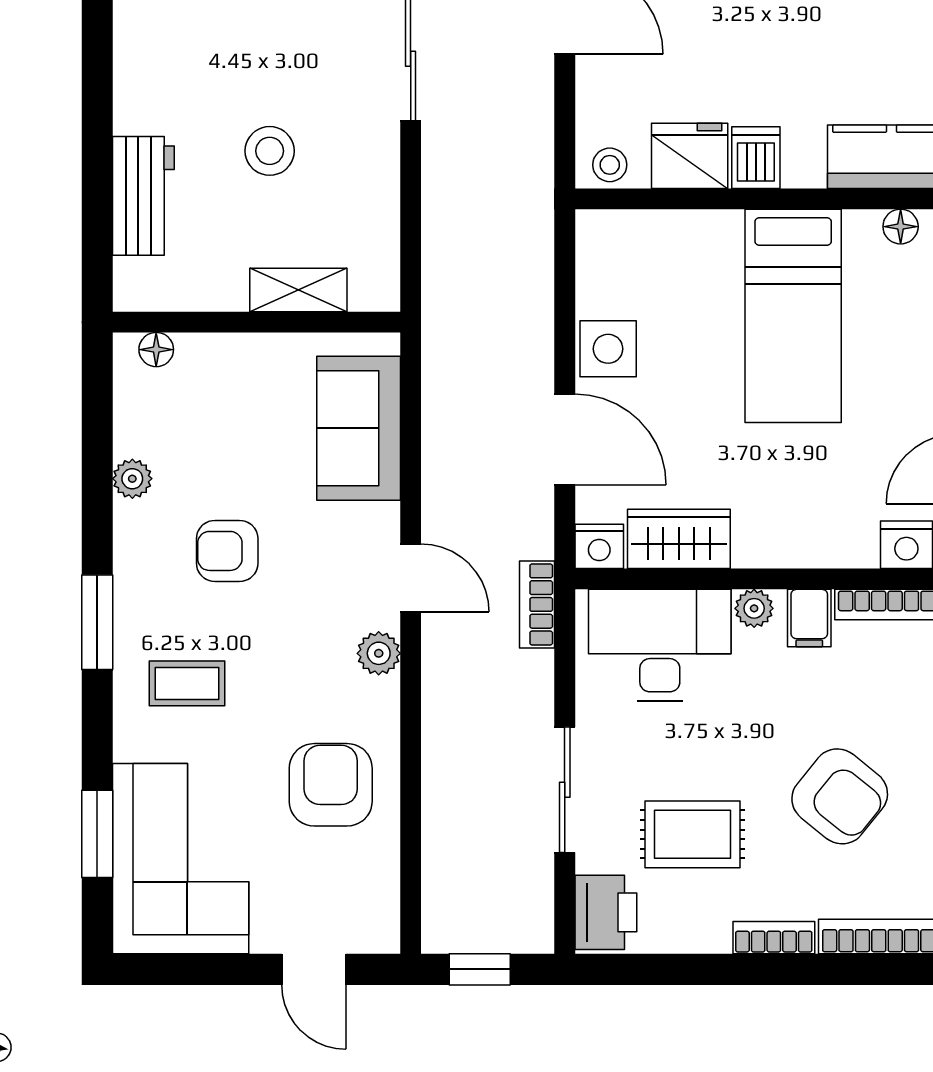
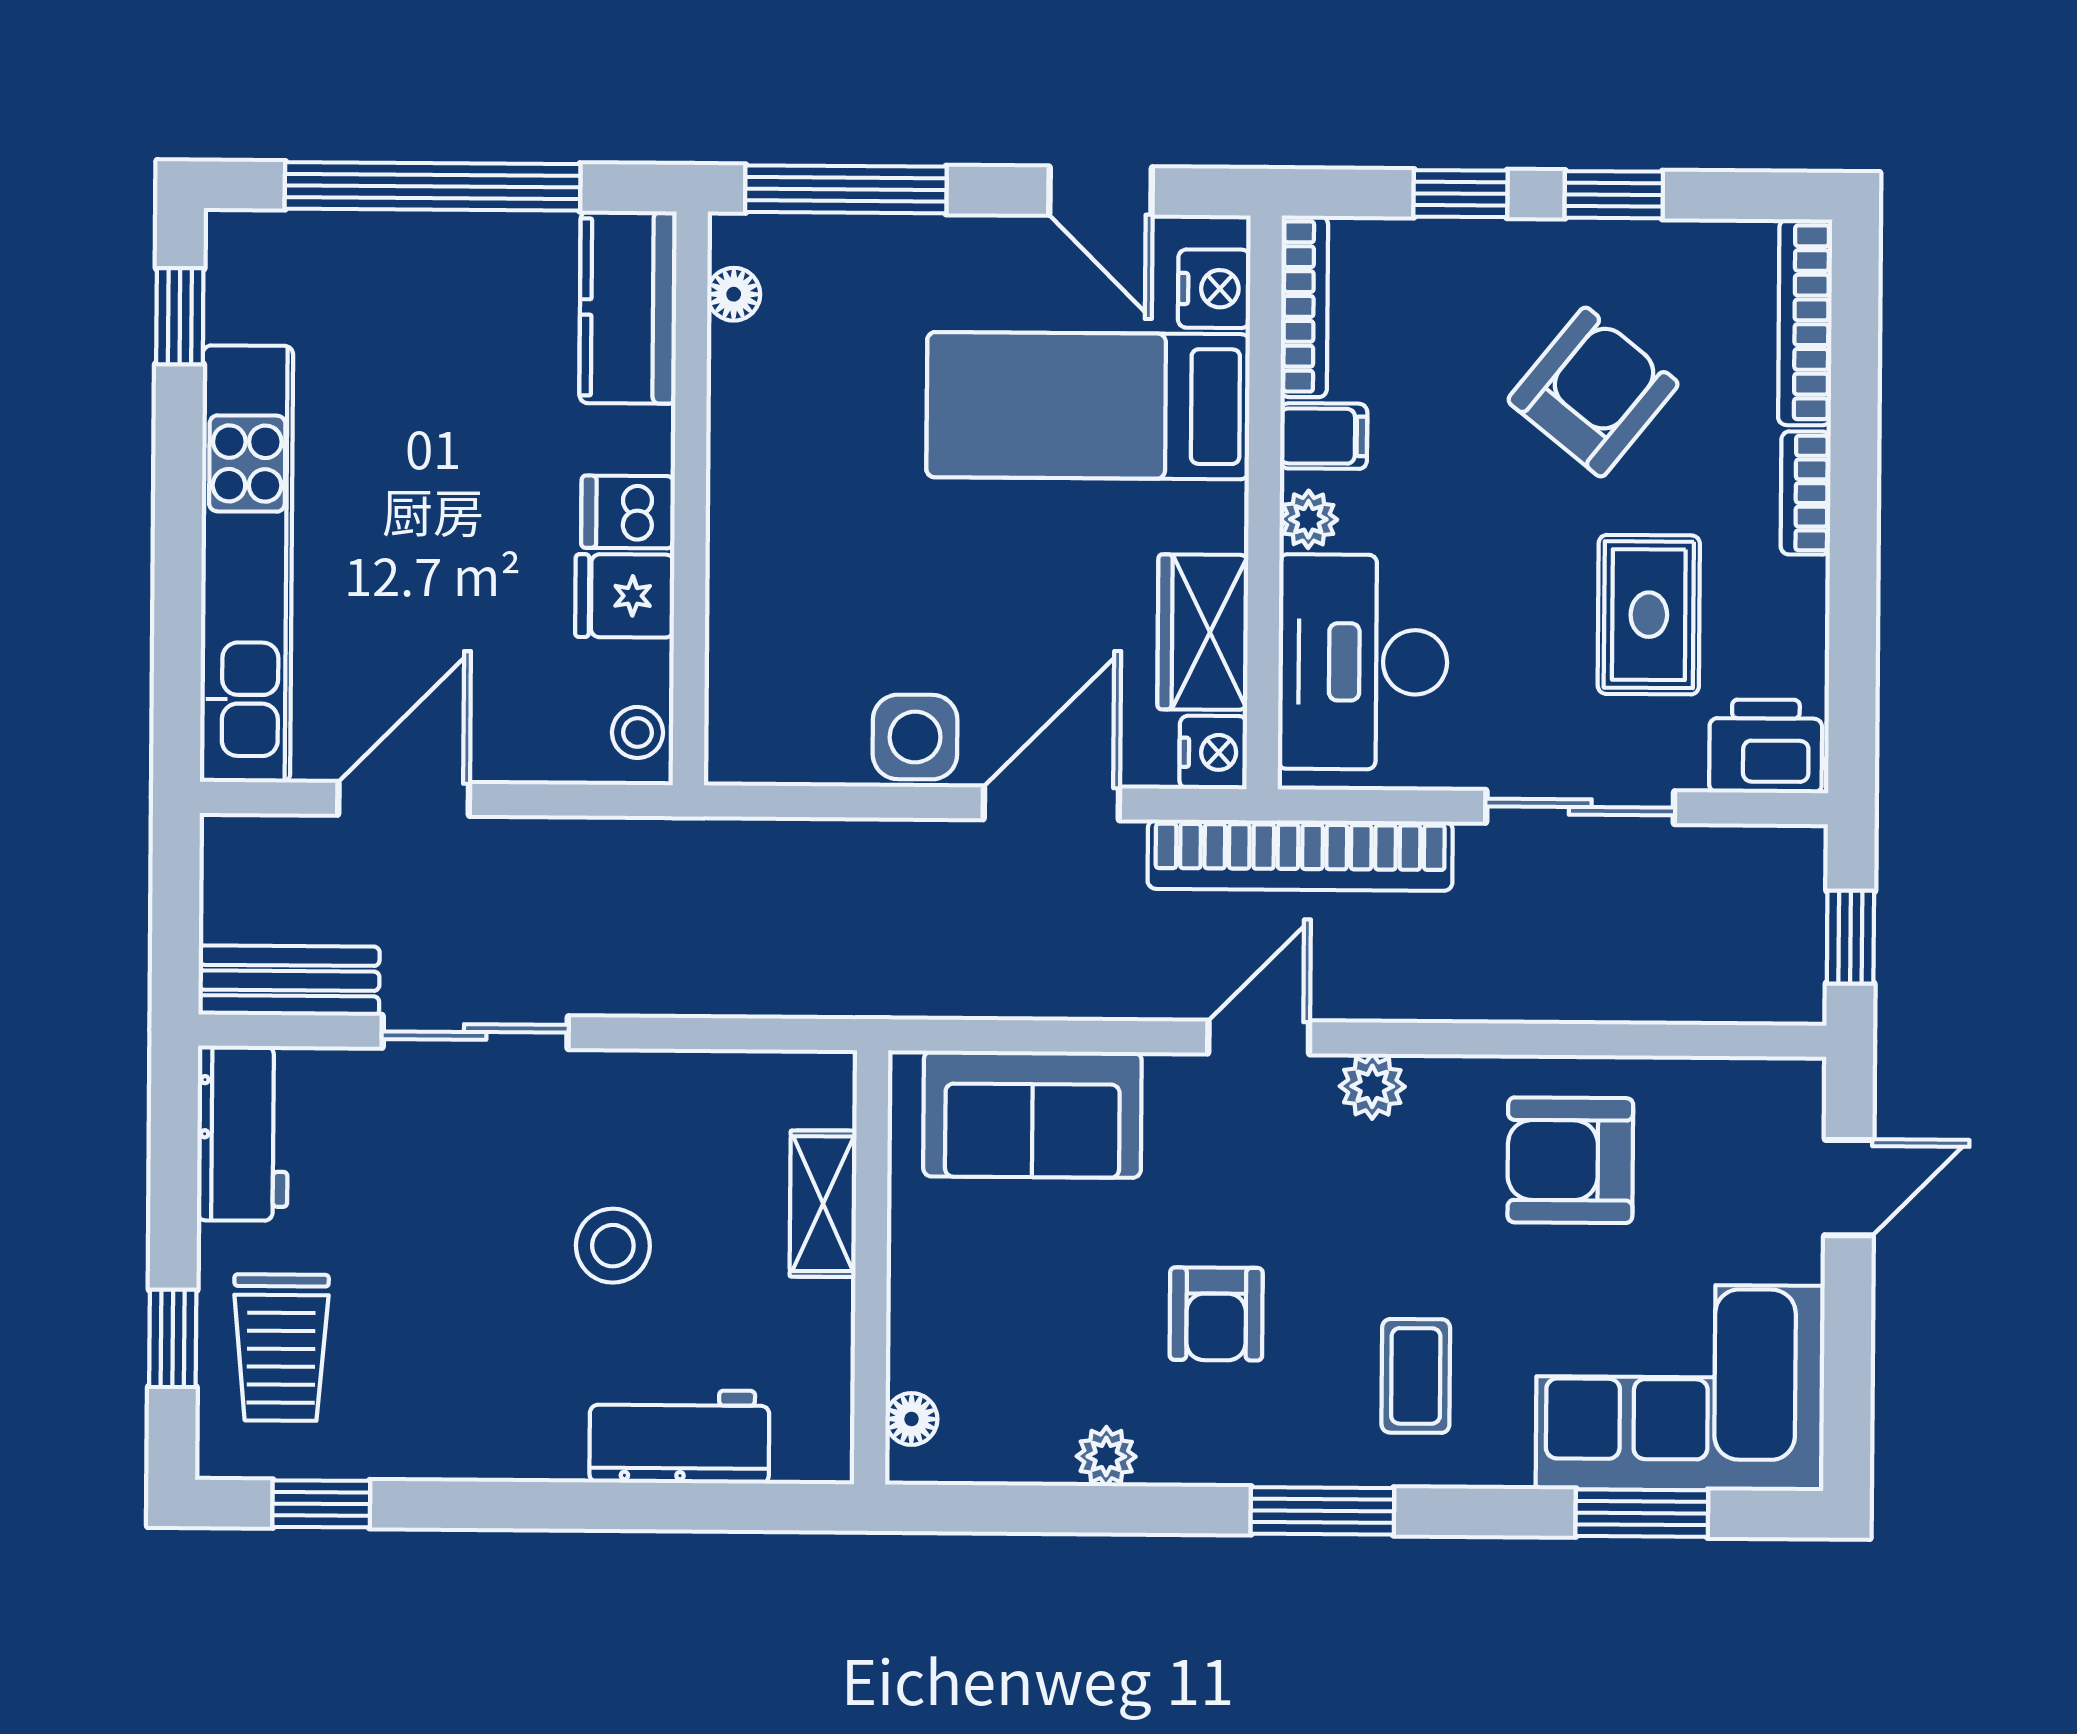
fridge: (690, 156) -> (625, 596), width x0.72
bed: (793, 316) -> (1088, 406), moved, turned 180
bookcase: (537, 604) -> (1300, 855), width x2.31, depth x1.31

